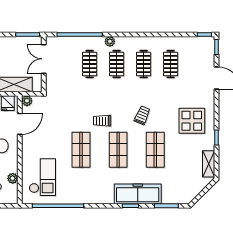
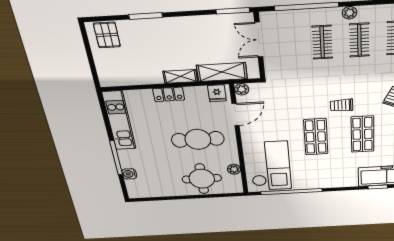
checkout: (42, 177) -> (270, 166), width x1.36, depth x1.21

